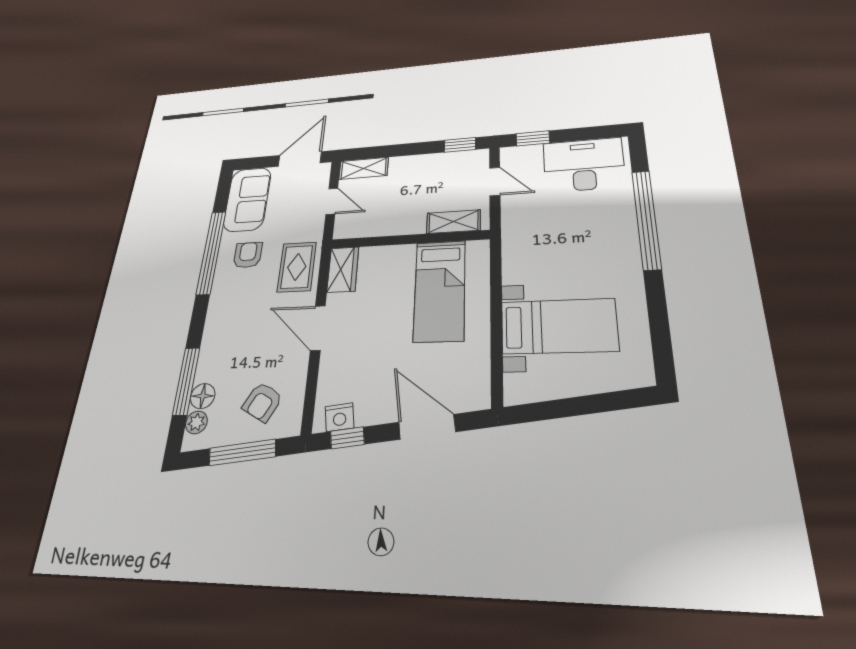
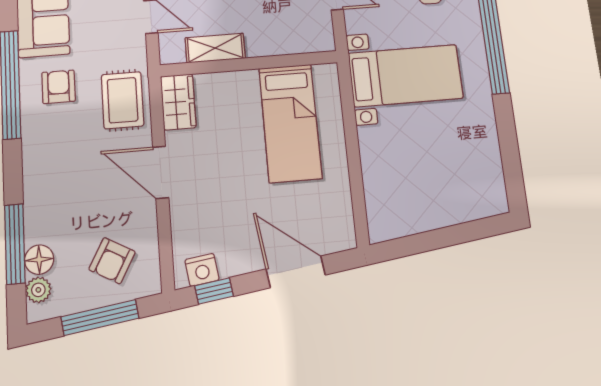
shelving: (453, 222) -> (215, 48), moved
bed with nightstands: (559, 326) -> (405, 76), moved

